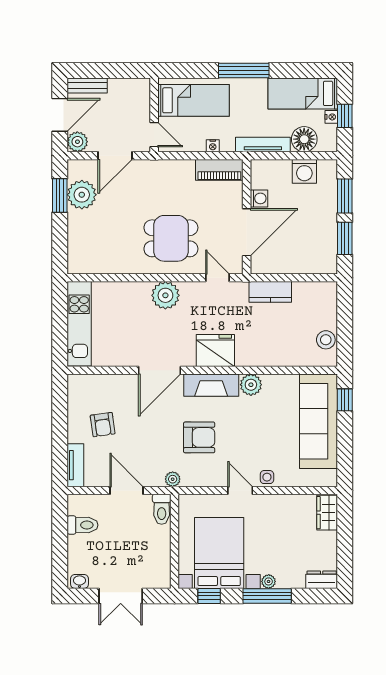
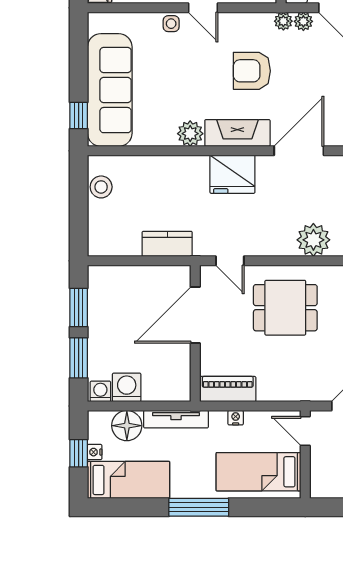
washing machine: (259, 198) -> (100, 391), moved, turned 90
plant: (165, 295) -> (313, 240), moved
plant: (156, 479) -> (303, 21), added

